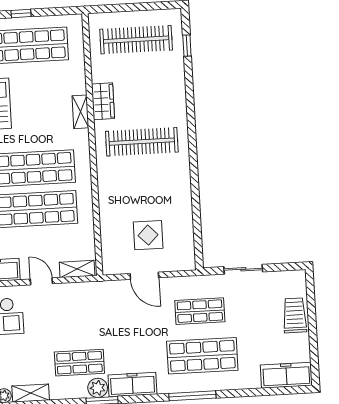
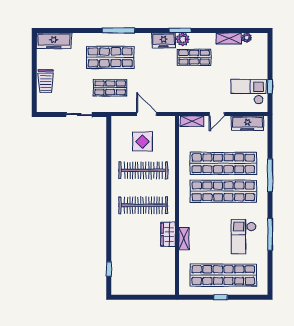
clothes rail: (136, 40) -> (143, 170), moved
shelving: (80, 112) -> (184, 239), moved
door: (41, 281) -> (217, 114), hinge flipped
freezer: (132, 385) -> (163, 40), width x0.71

